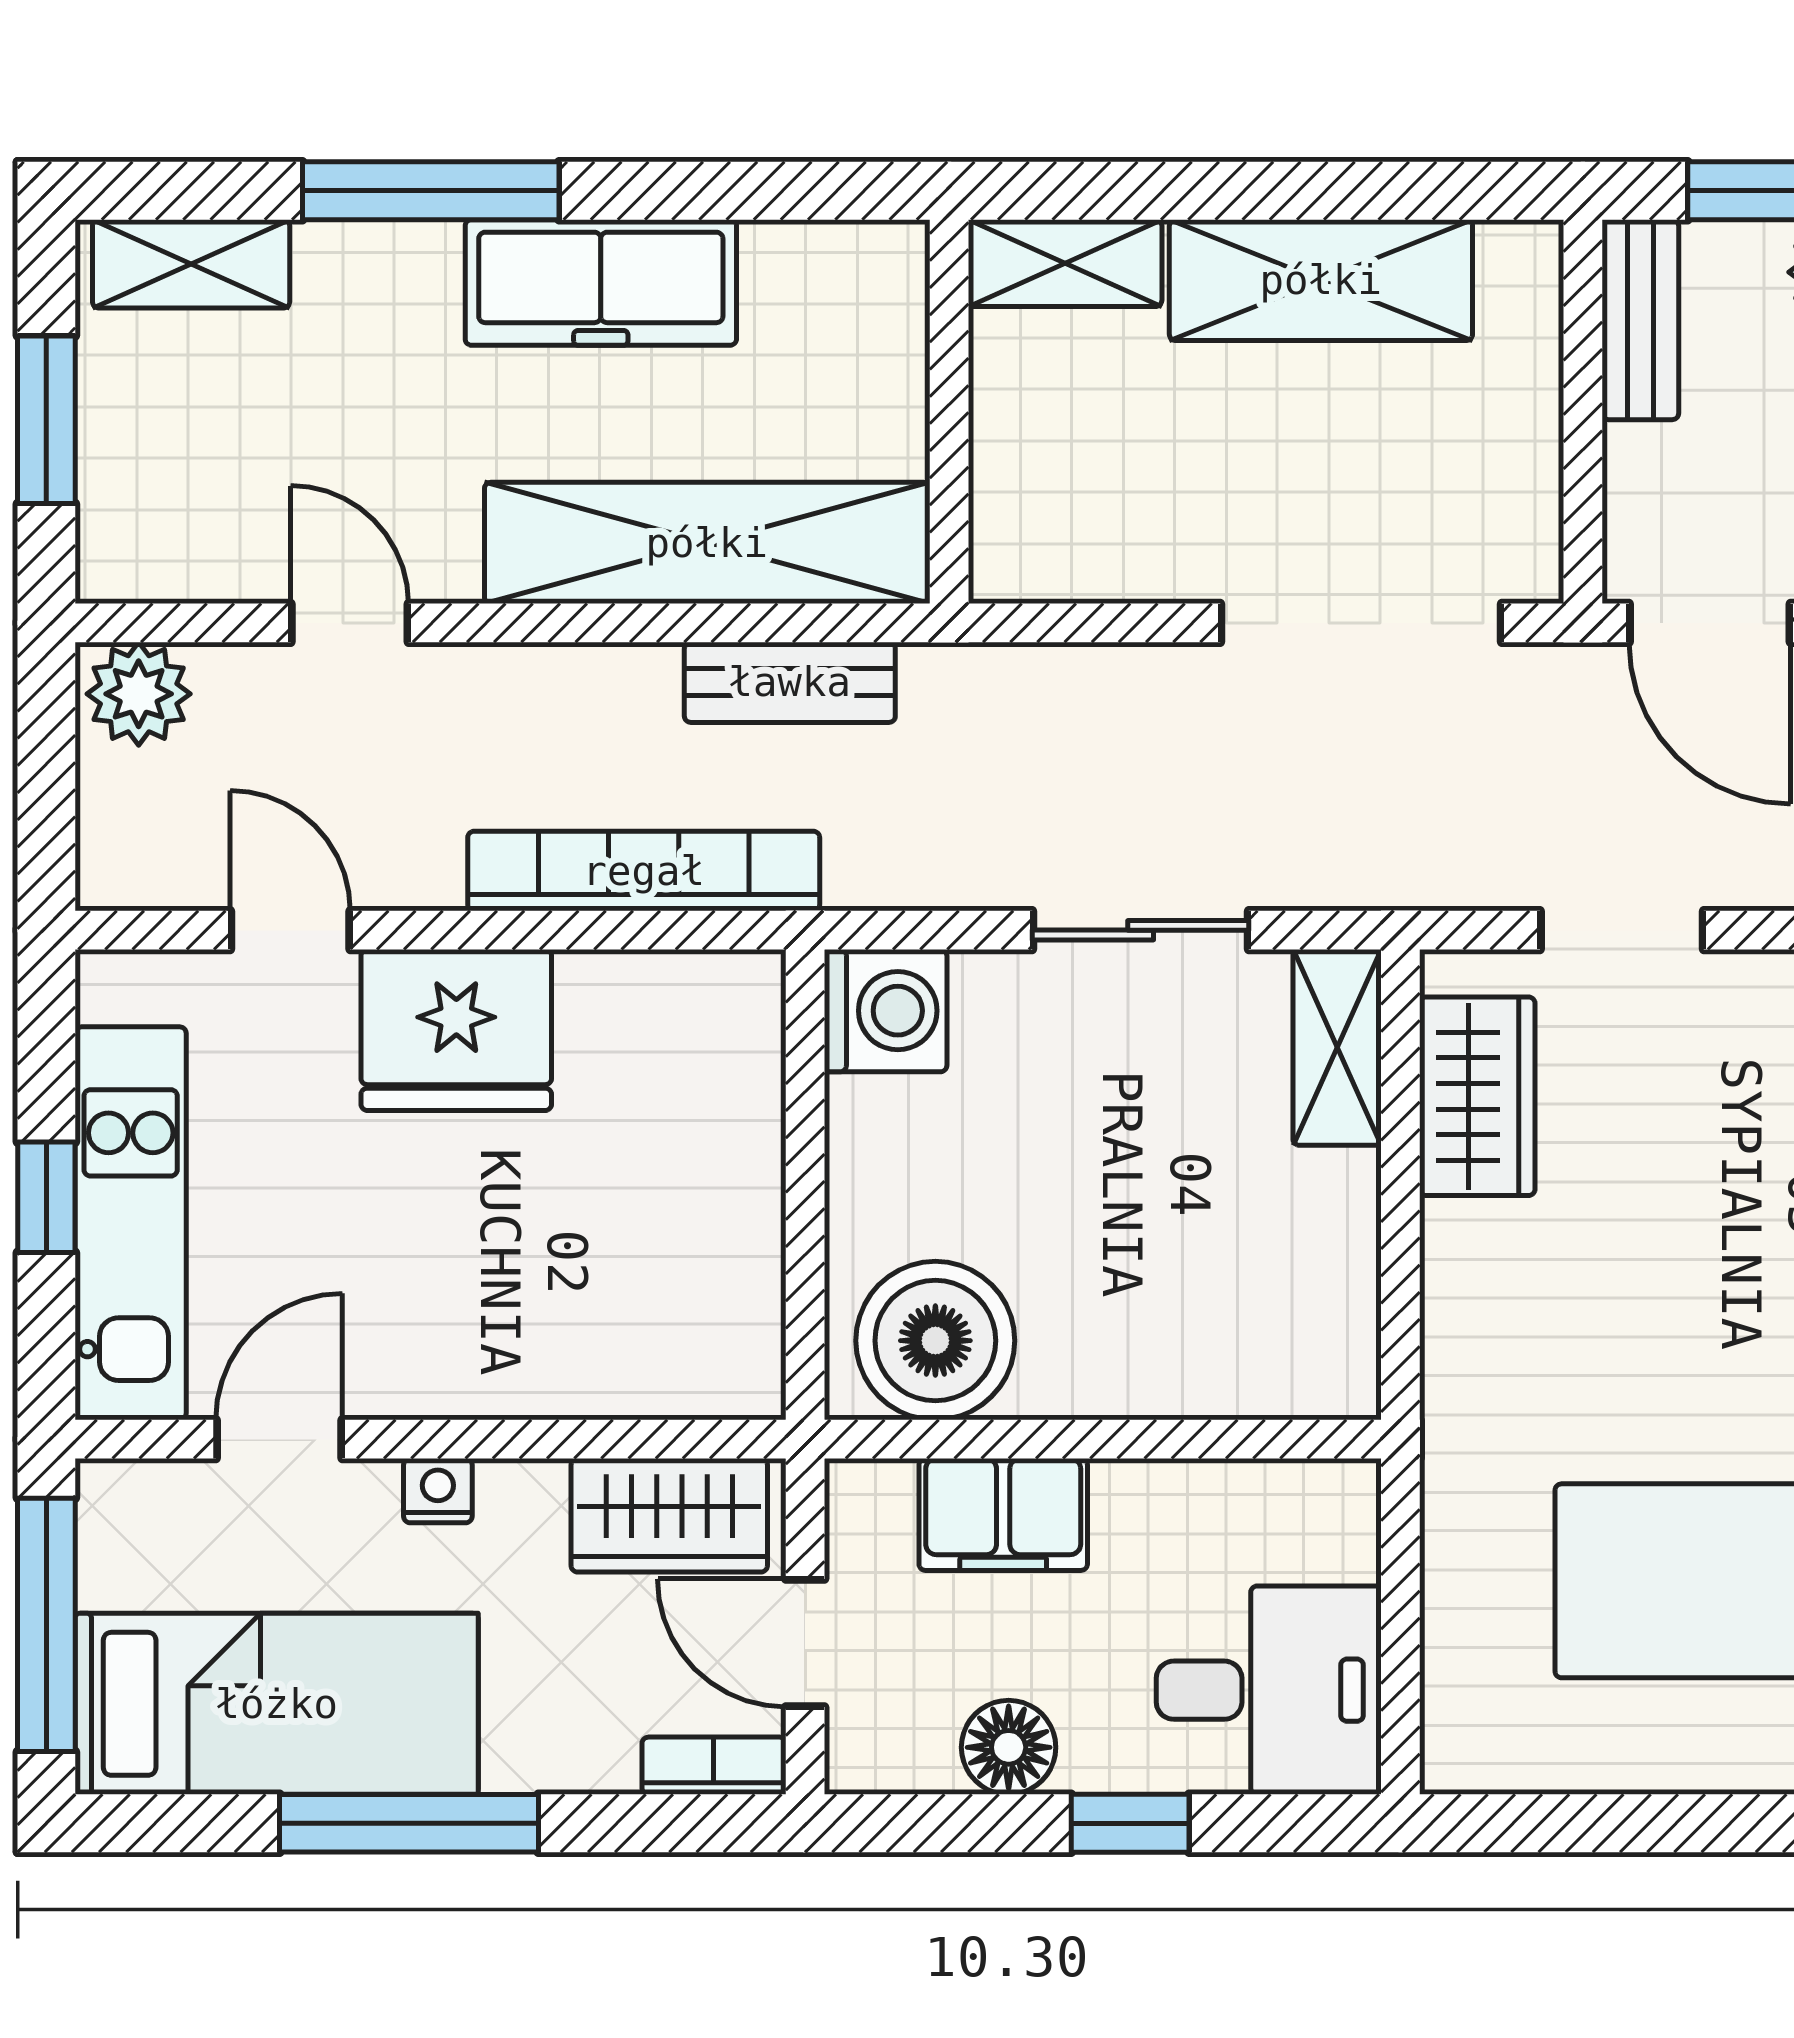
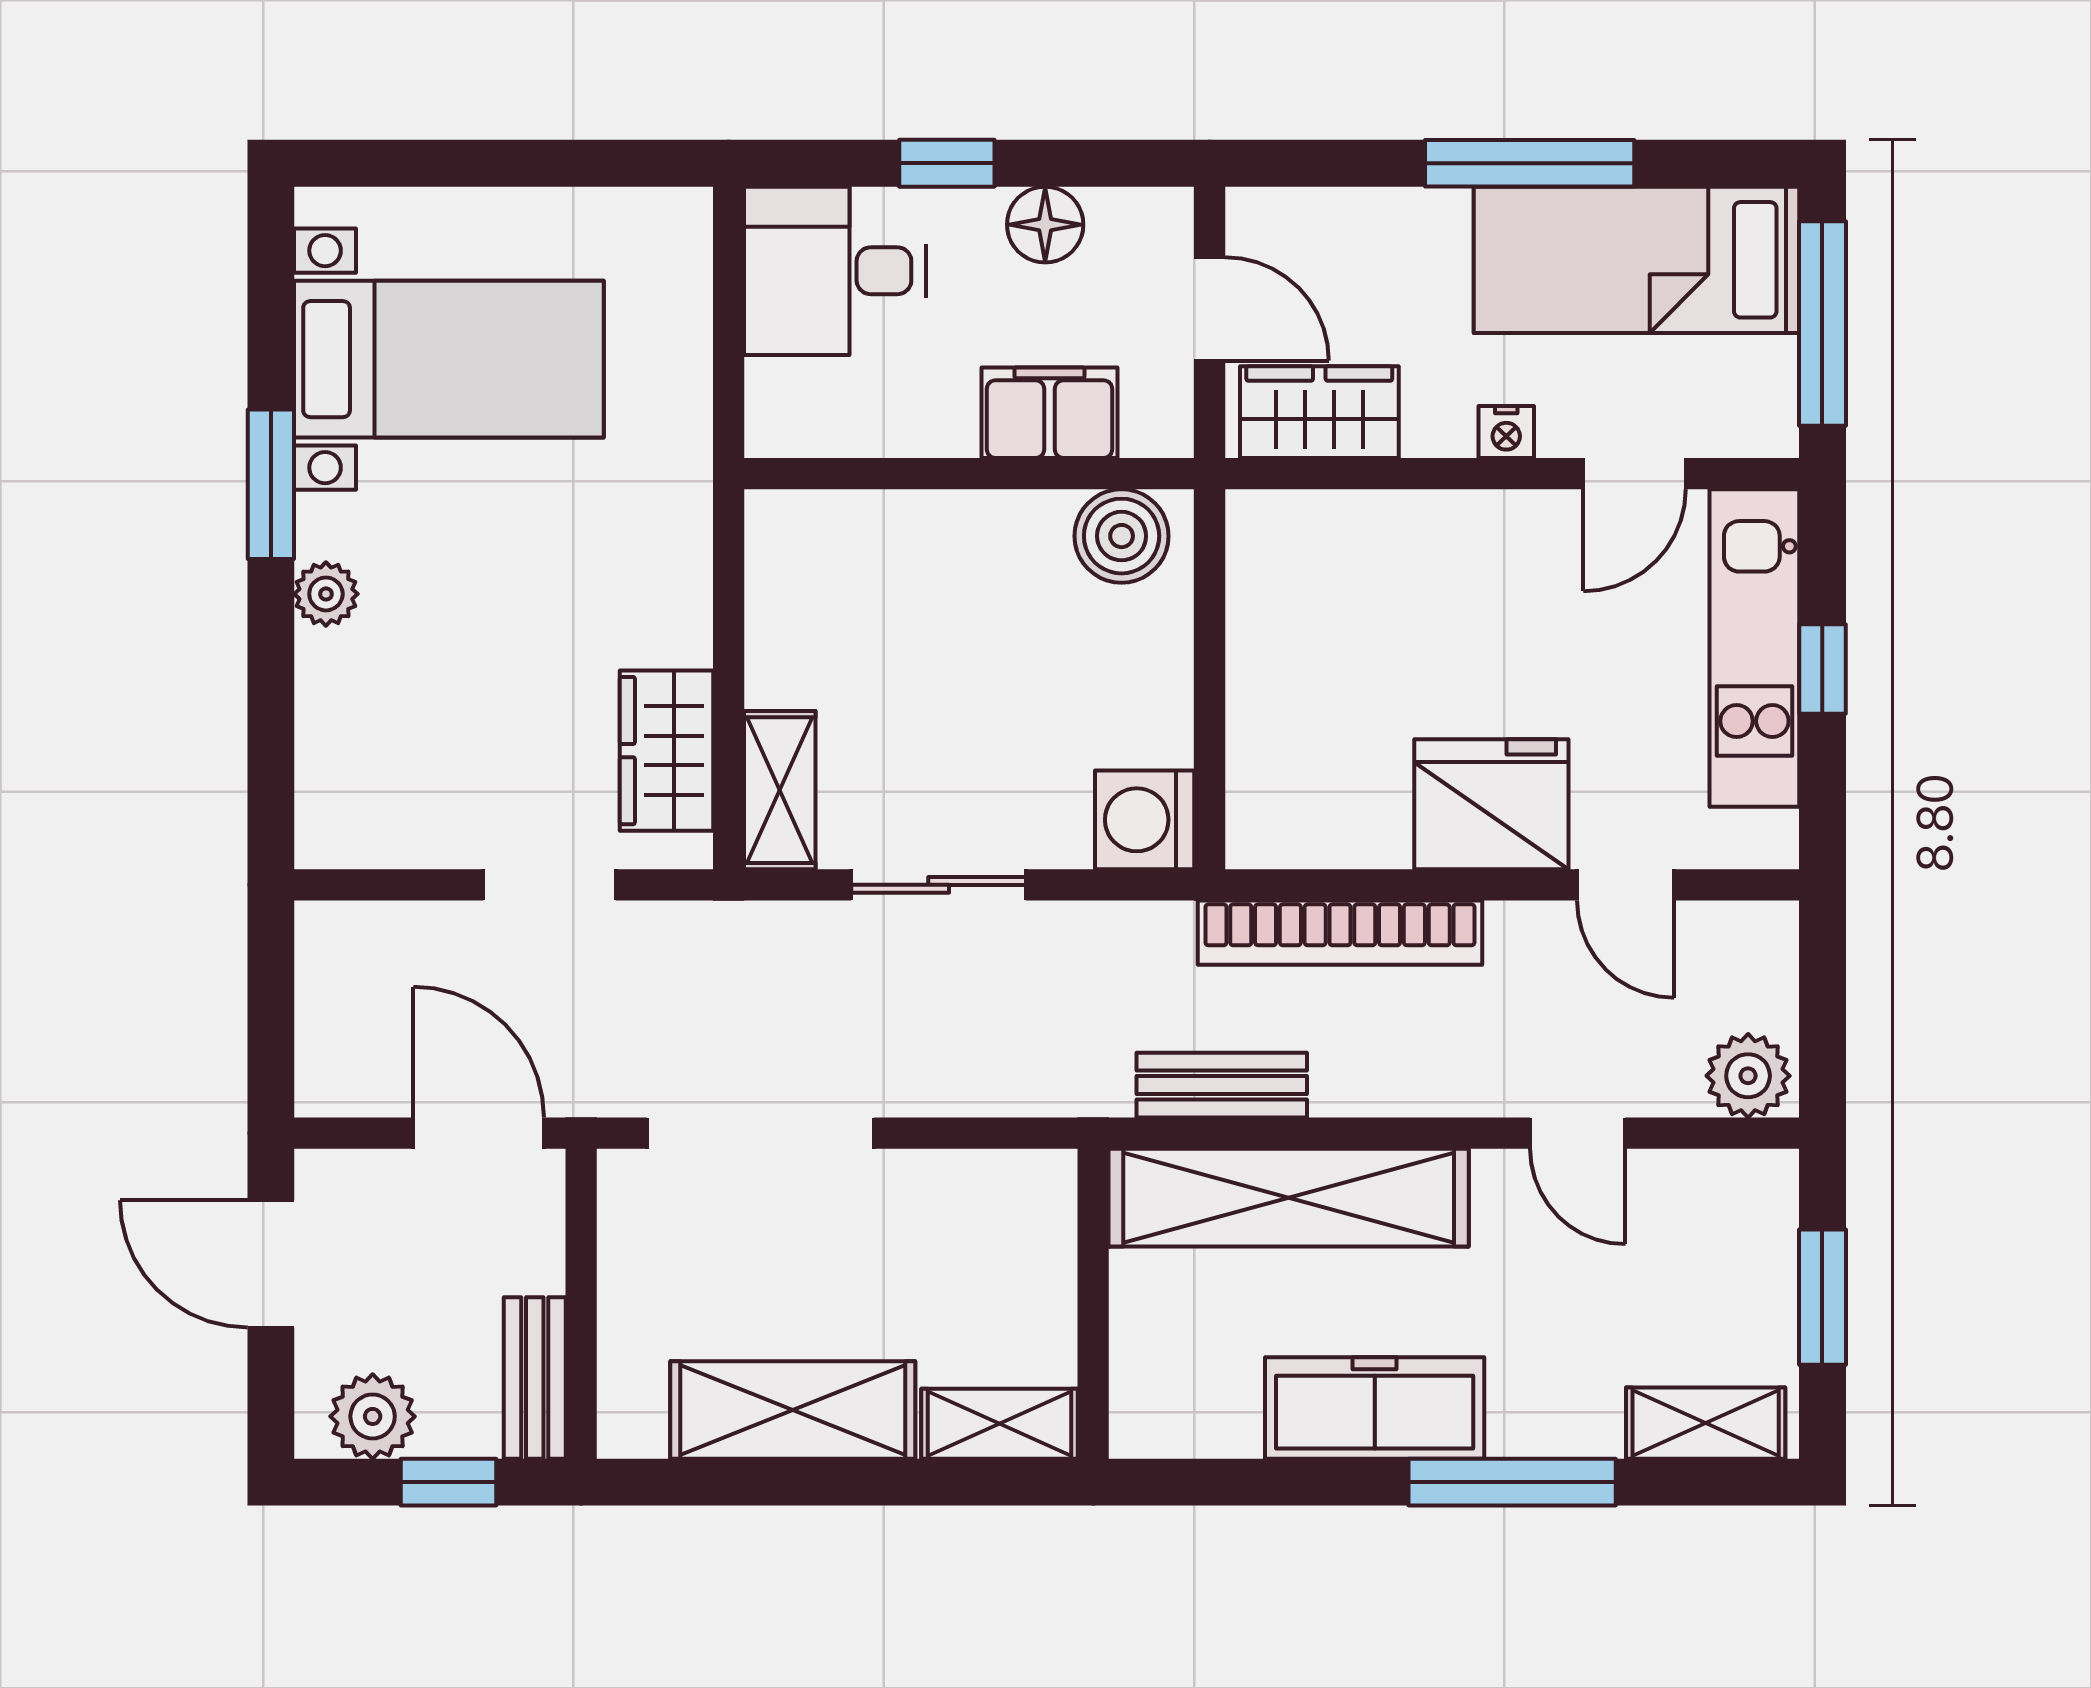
boiler: (935, 1341) -> (1122, 536), width x0.73, depth x0.73
bookcase: (714, 1766) -> (1283, 210), removed

